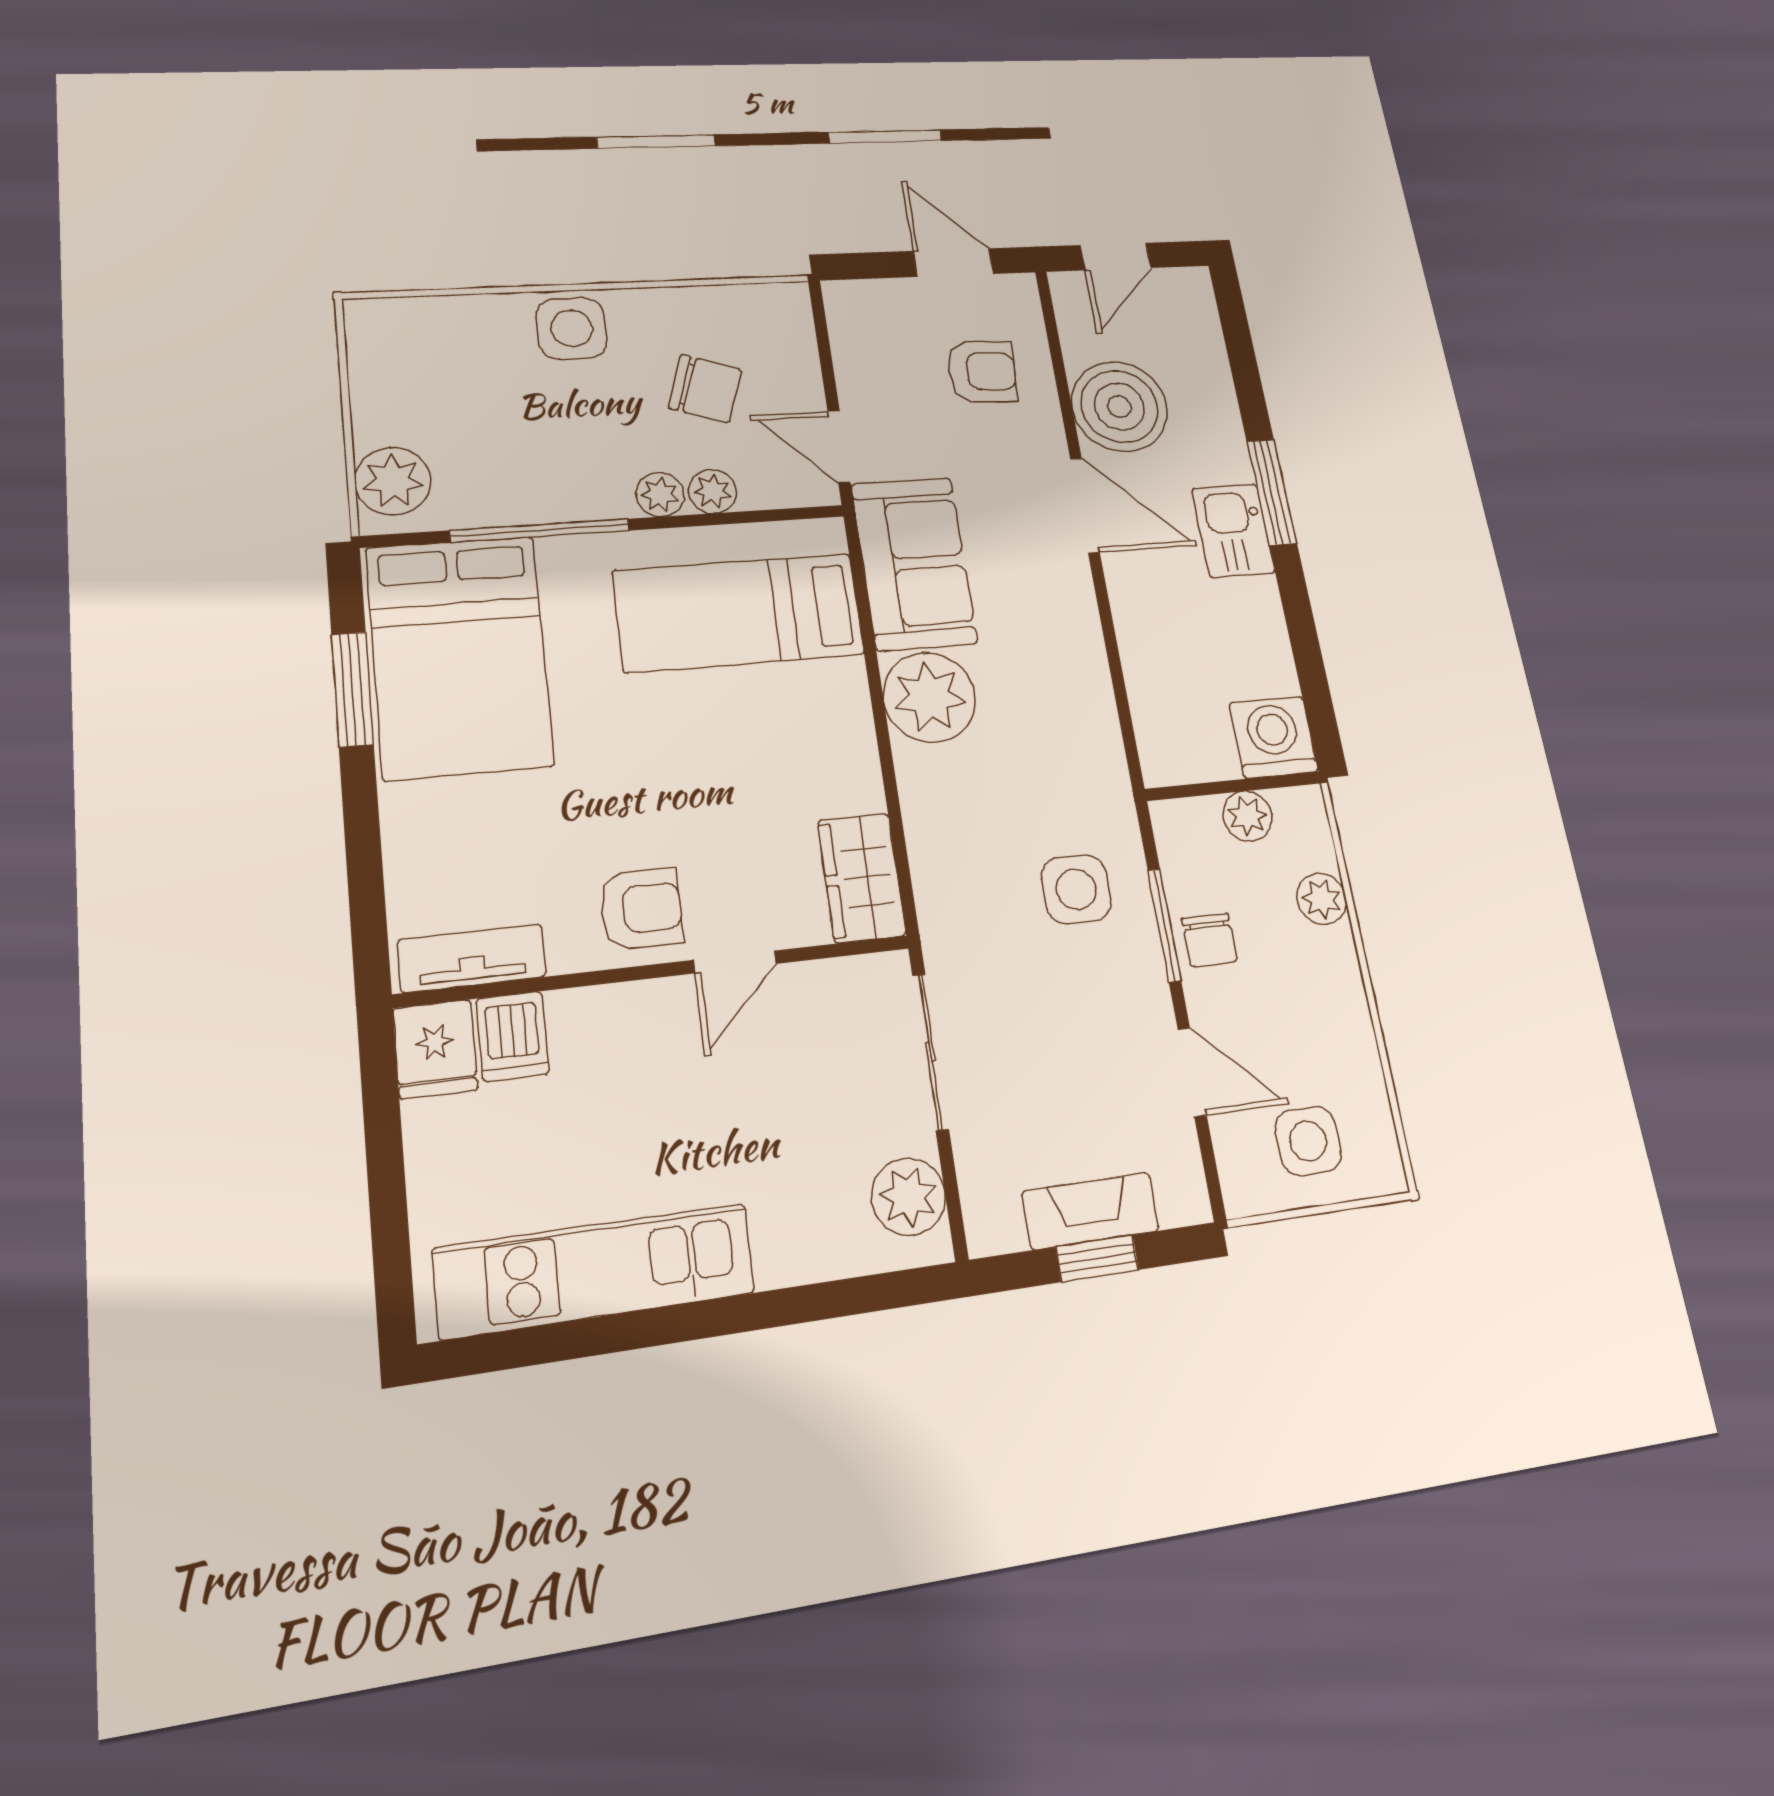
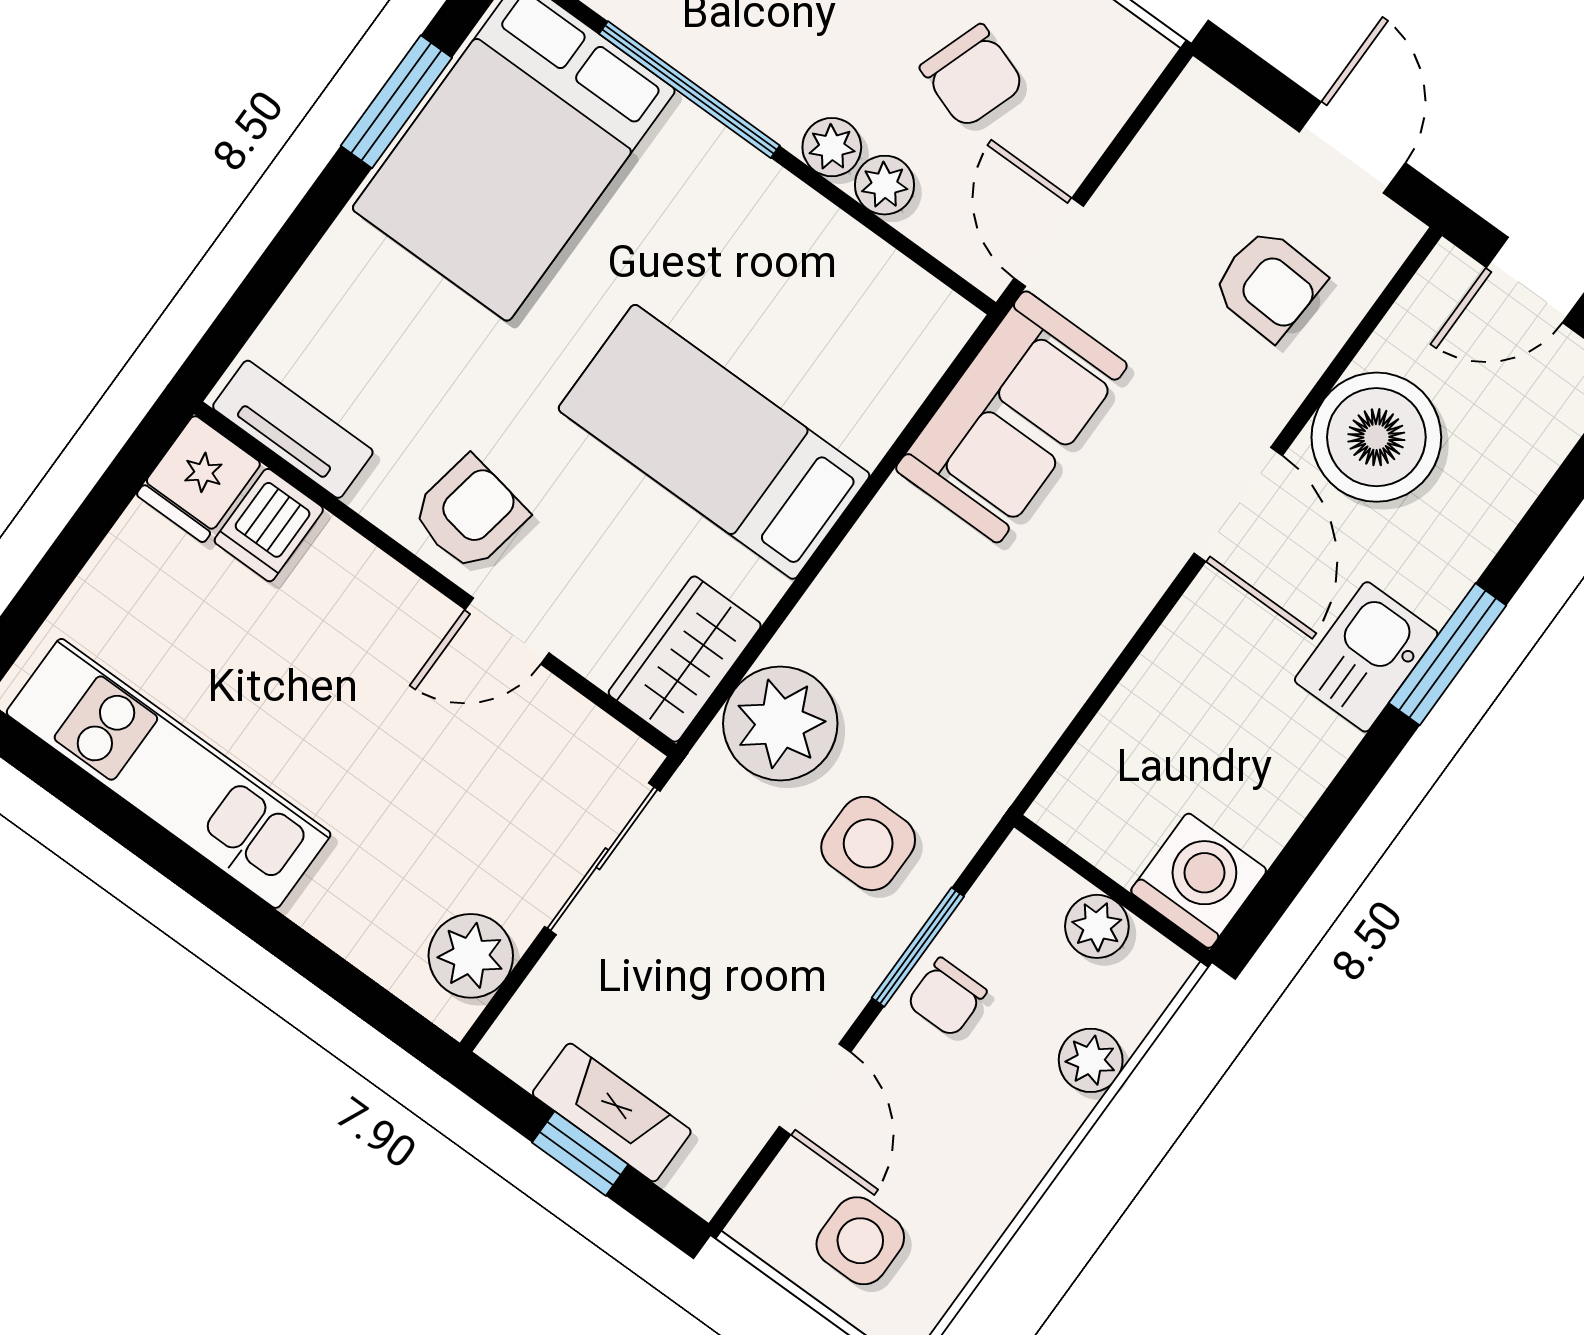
bed: (739, 613) -> (714, 442), moved
plant: (929, 697) -> (780, 723), moved
armchair: (641, 909) -> (469, 514), turned -80

